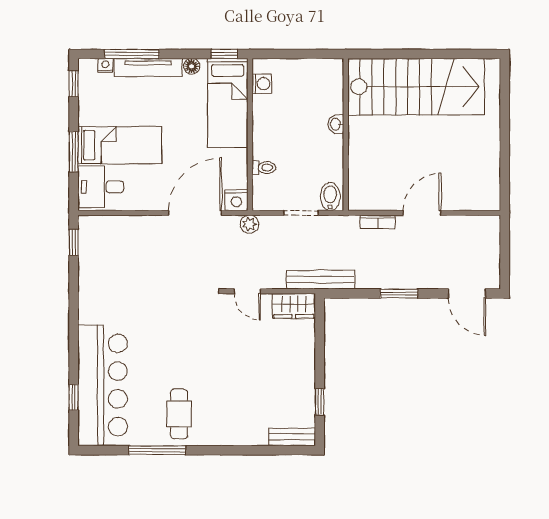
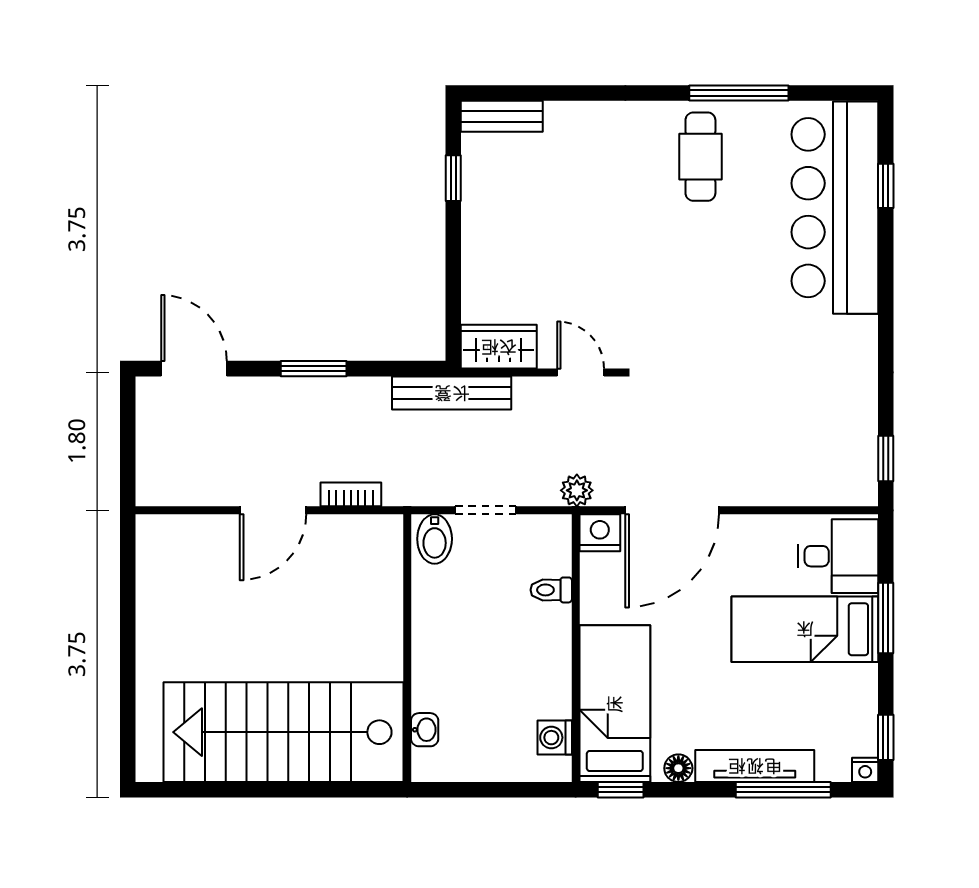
nightstand: (105, 65) -> (865, 770), moved
washbasin: (336, 124) -> (425, 730), moved

